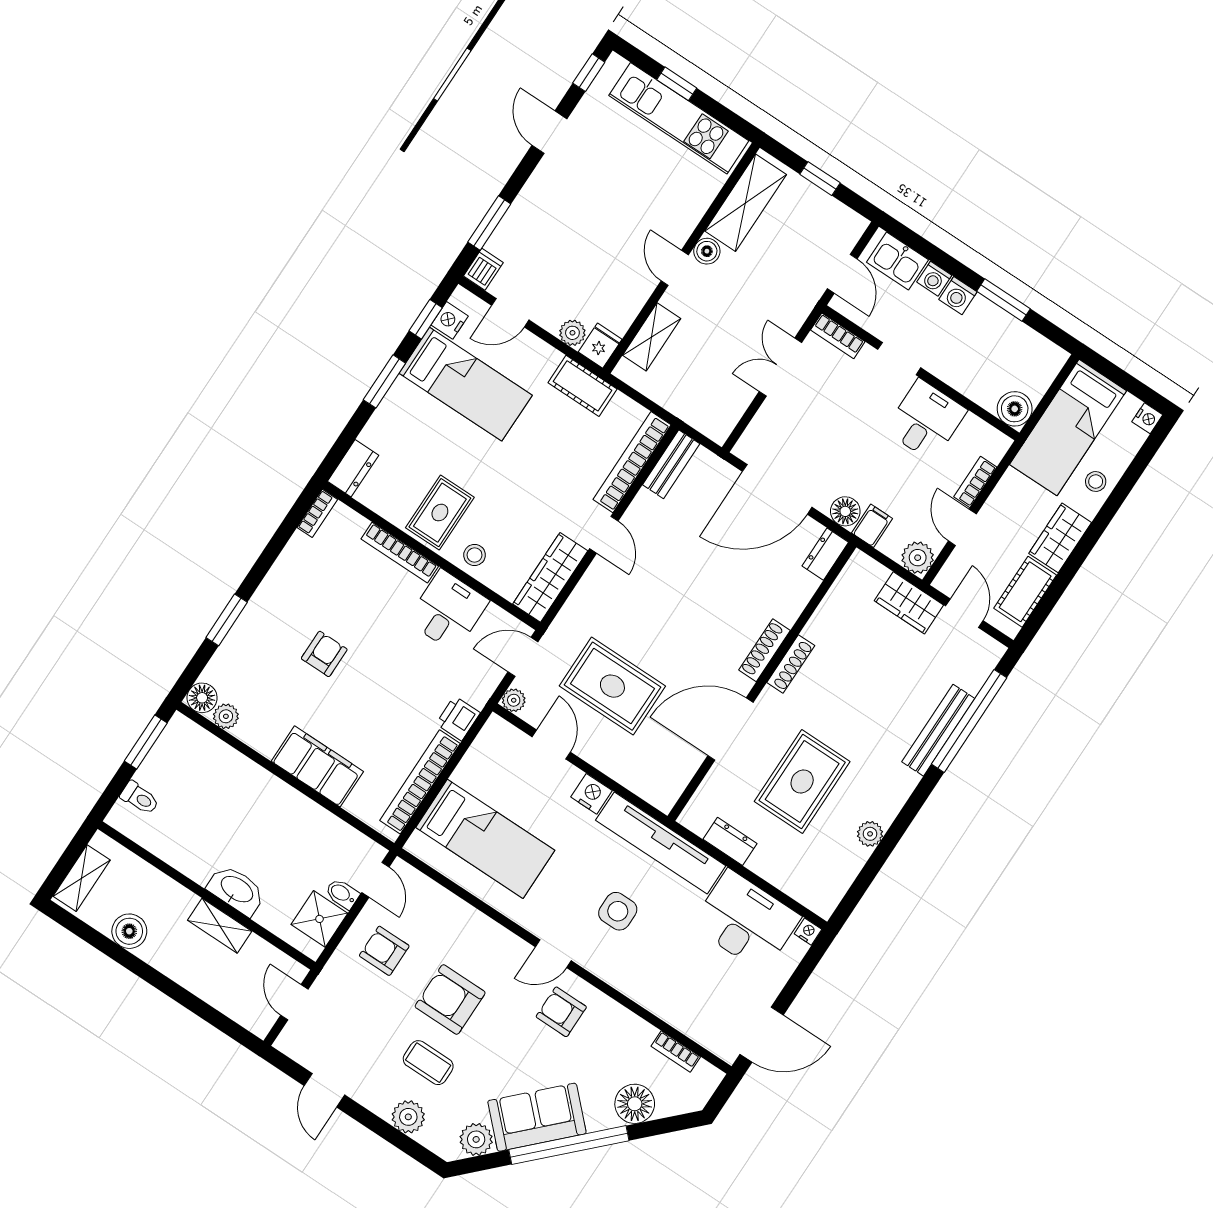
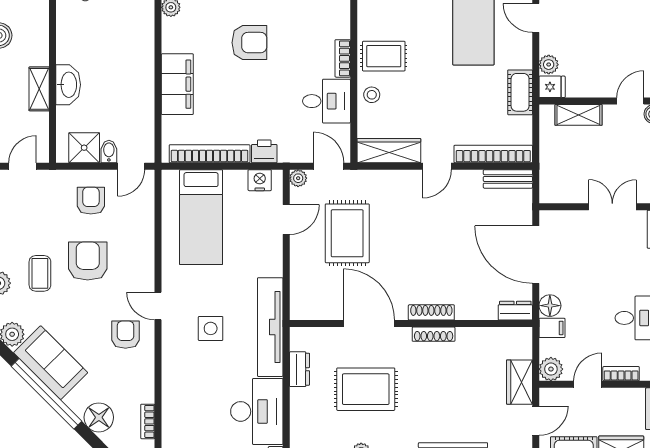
bookcase: (400, 553) -> (343, 58), width x0.64
armchair: (324, 654) -> (249, 43), width x1.38, depth x1.38
nightstand: (592, 794) -> (260, 180), moved, turned -90

